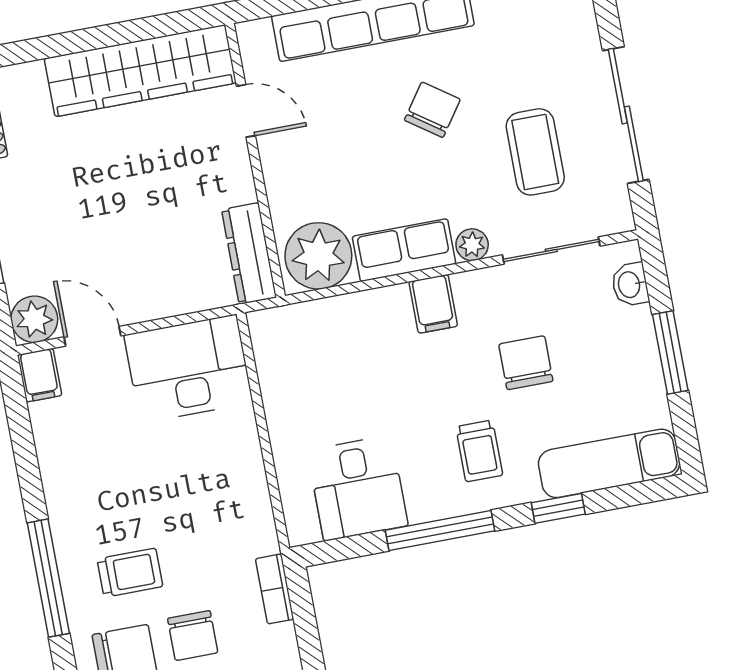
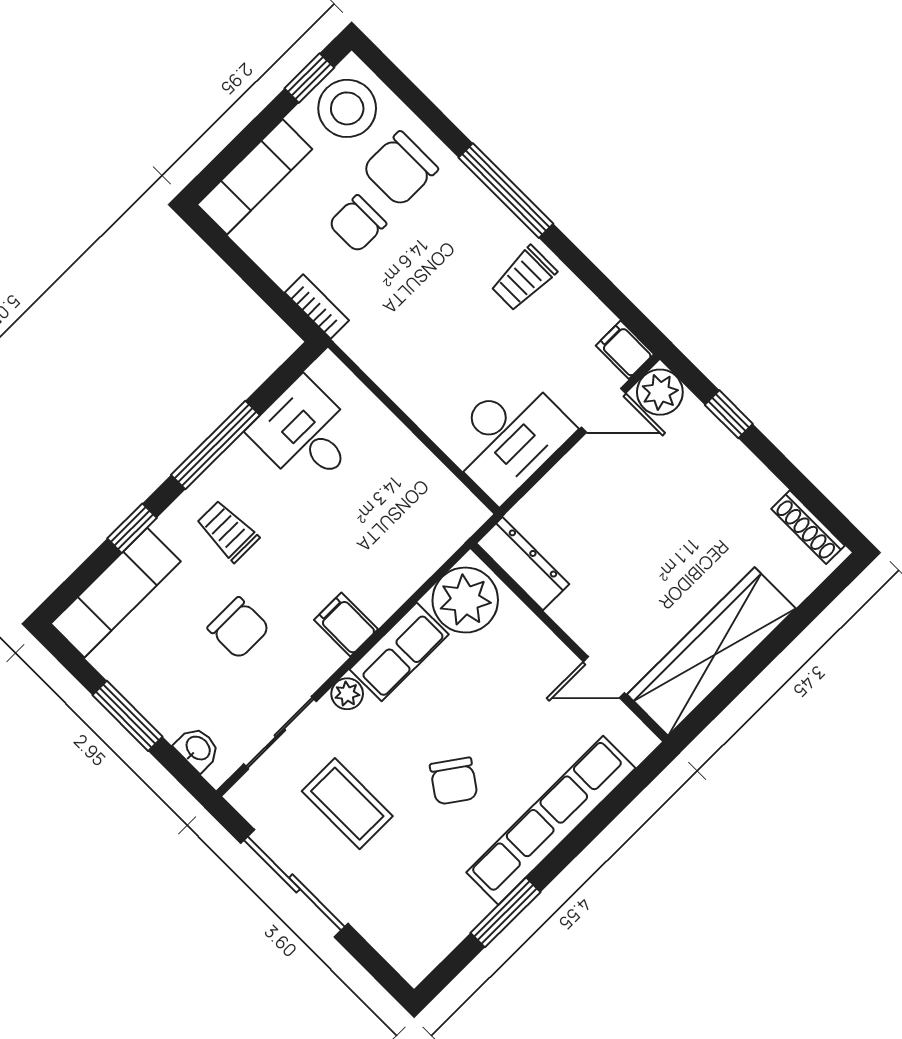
trolley: (130, 573) -> (524, 278), moved
chair: (193, 636) -> (357, 224), turned -90

